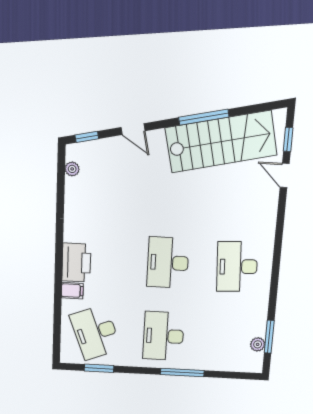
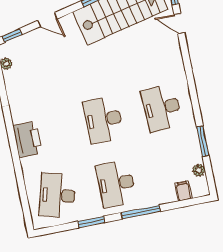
filing cabinet: (72, 291) -> (184, 191), moved, turned -90
desk: (95, 332) -> (58, 195), turned 36
window: (269, 337) -> (203, 141), moved
window: (99, 368) -> (91, 222), moved

